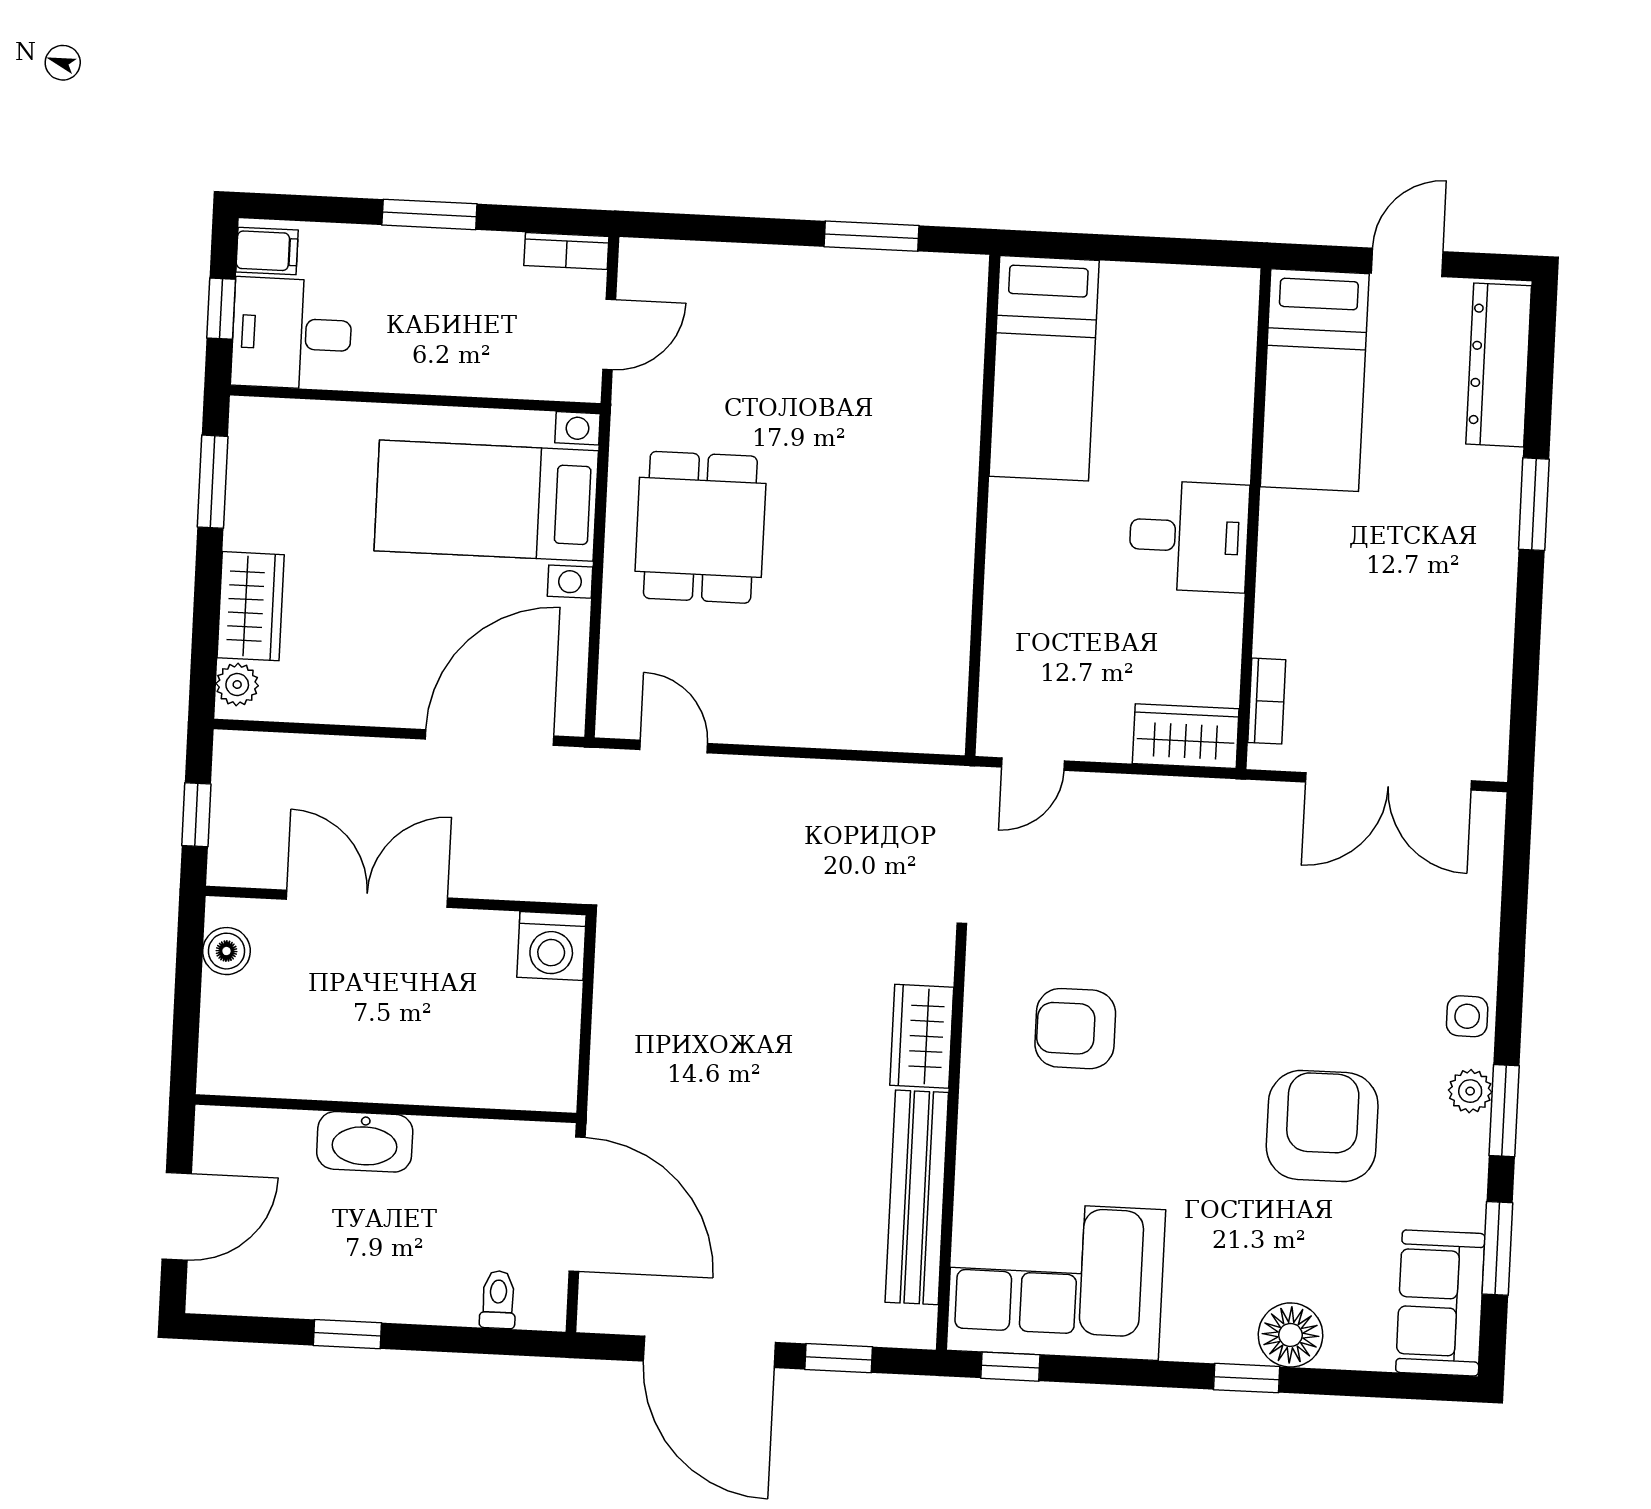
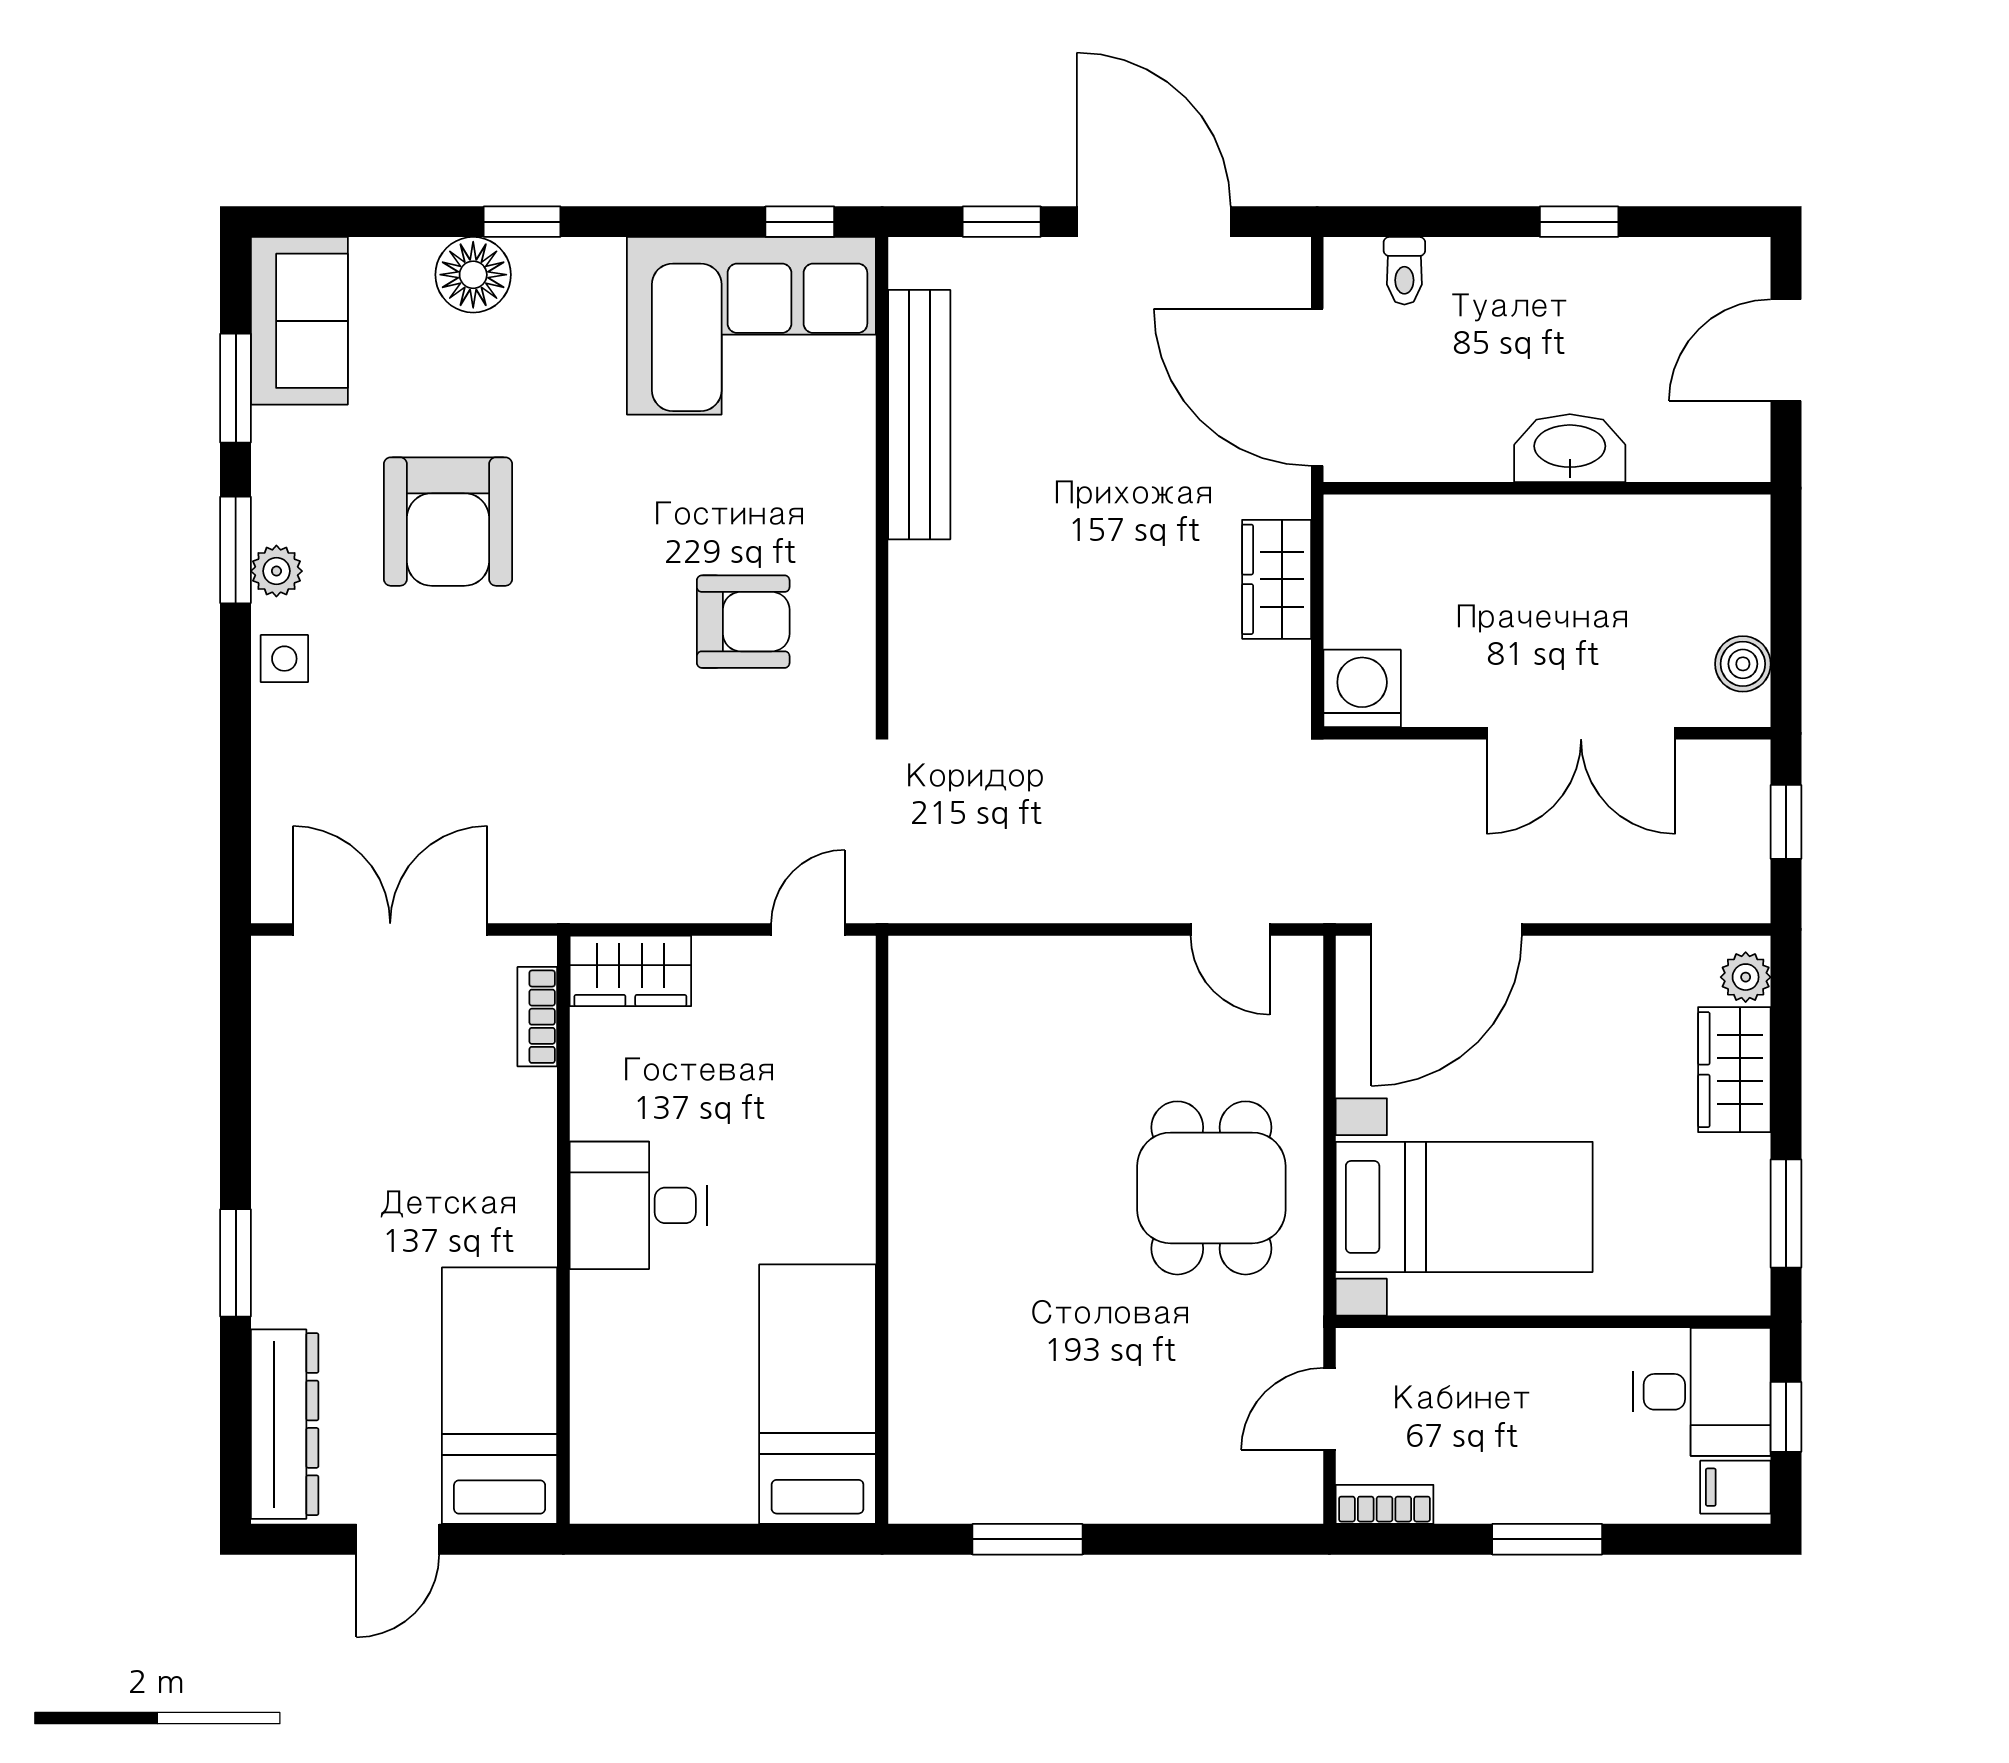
wardrobe: (922, 1036) -> (1277, 579), moved, turned 180

